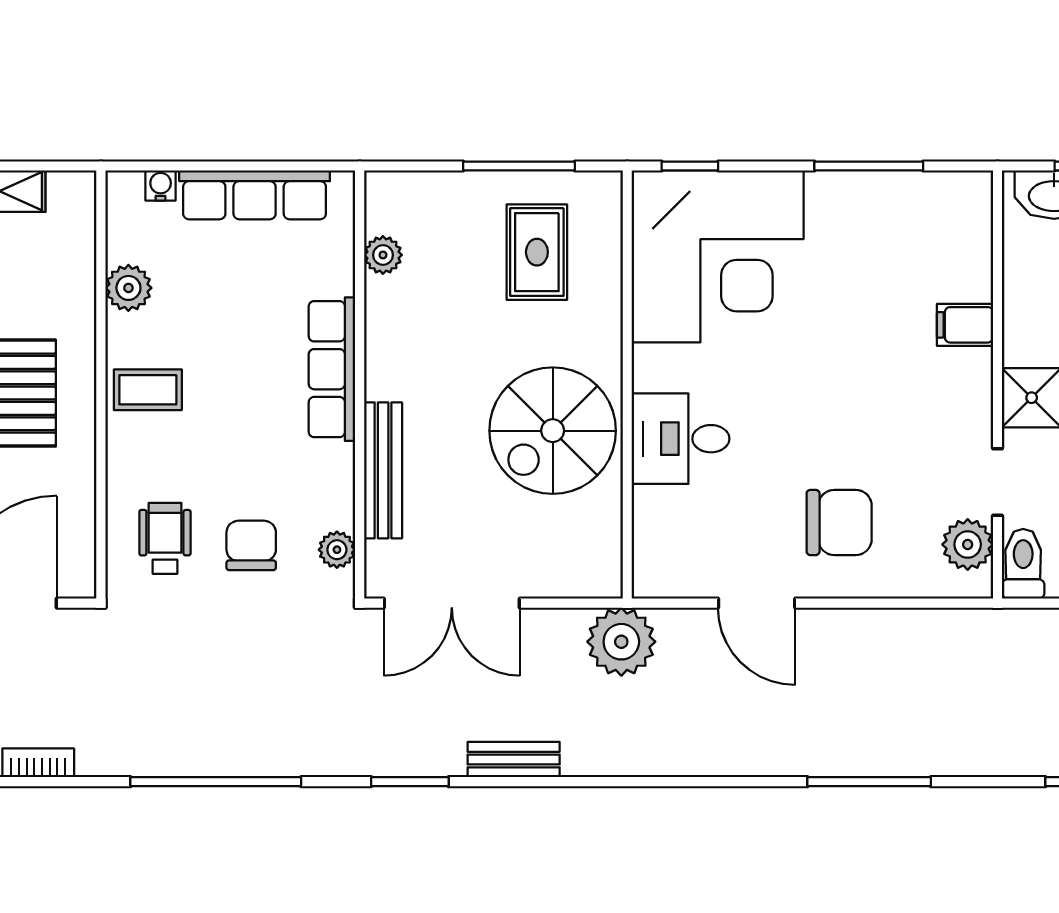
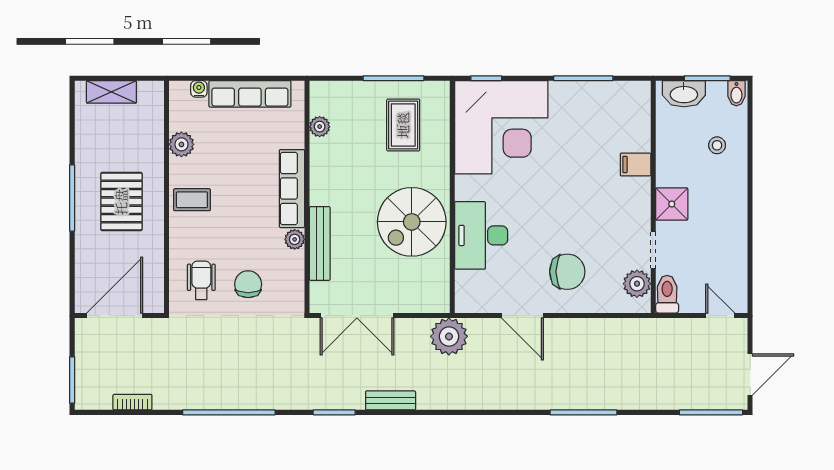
desk: (681, 439) -> (481, 235), width x1.37
plant: (337, 550) -> (295, 239), moved

